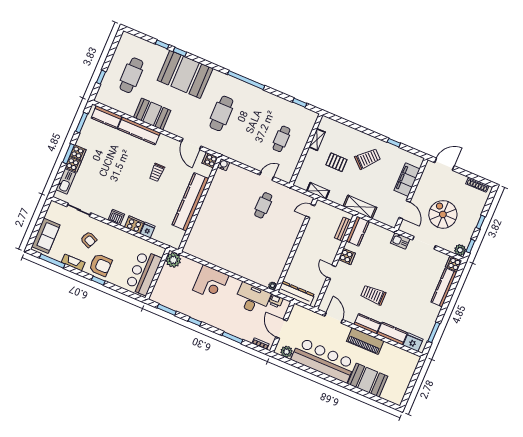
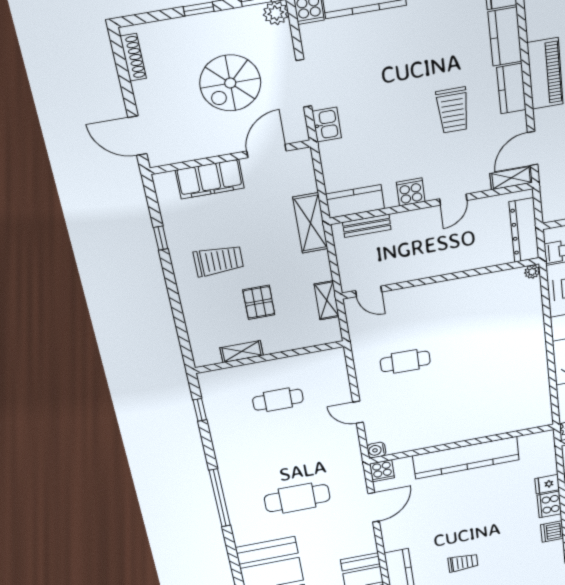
trolley: (368, 159) -> (218, 261), turned 137
trolley: (157, 172) -> (463, 563), moved
door: (267, 176) -> (358, 412), moved
shelving: (325, 302) -> (511, 178), added

